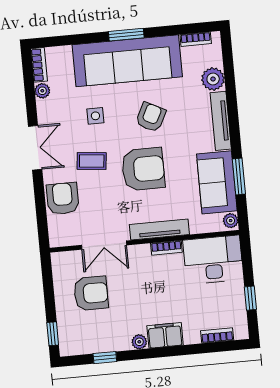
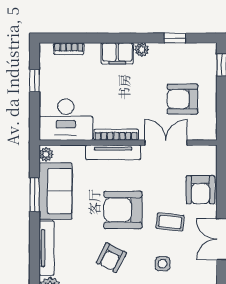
bookcase: (166, 248) -> (116, 135), width x1.56

